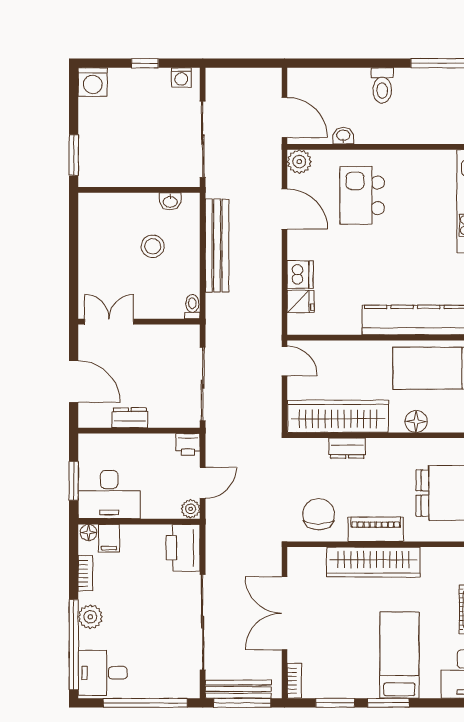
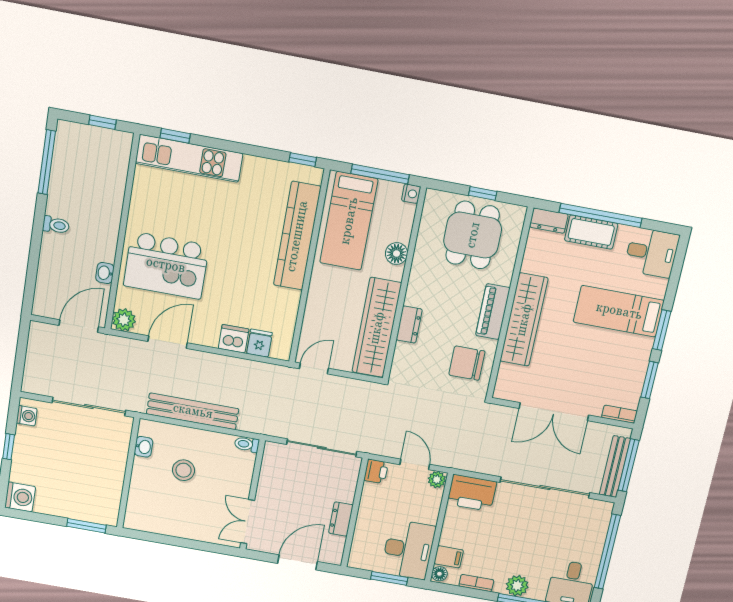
toilet: (382, 86) -> (56, 225), width x0.73, depth x0.72
kitchen island: (362, 195) -> (166, 265), width x1.37, depth x1.28

